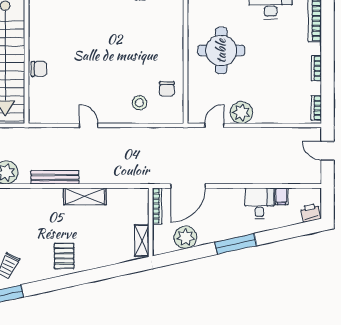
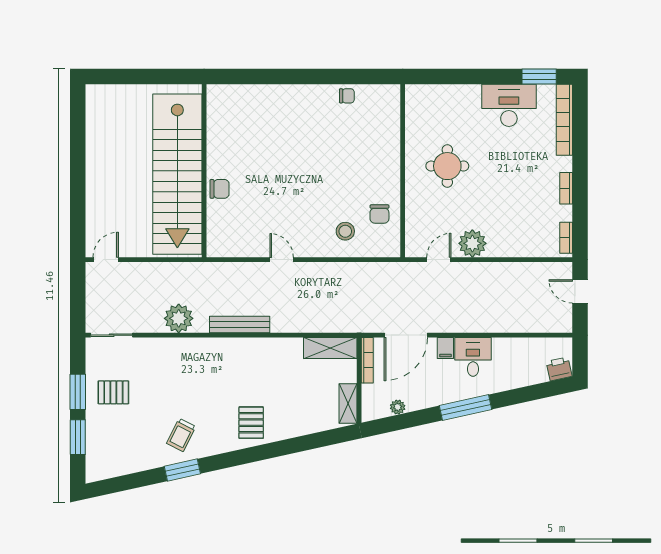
round table: (221, 51) -> (447, 166), width x0.73, depth x0.73
shelving: (85, 196) -> (330, 348), moved
filing cabinet: (281, 196) -> (445, 348), moved
desk: (259, 203) -> (473, 357), moved
plant: (185, 237) -> (398, 407), width x0.53, depth x0.53

